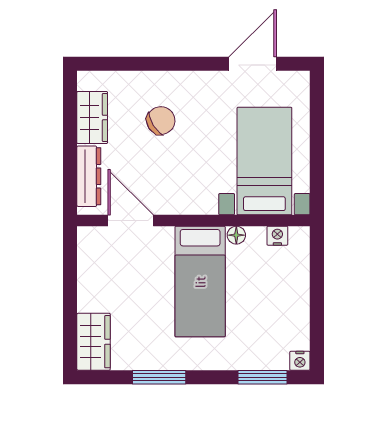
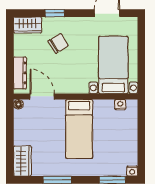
window: (154, 64) -> (55, 13), added
wardrobe: (92, 118) -> (28, 25), moved, turned 90
floor lamp: (236, 235) -> (18, 104), moved

